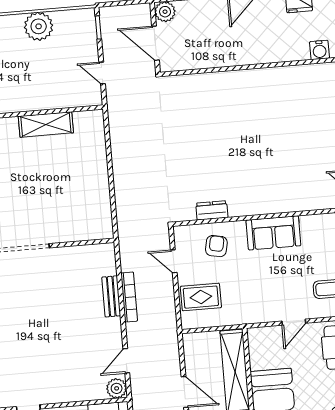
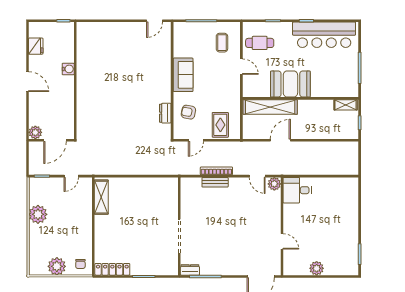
water cooler: (319, 50) -> (68, 69), moved
shelving: (46, 124) -> (101, 197), moved

